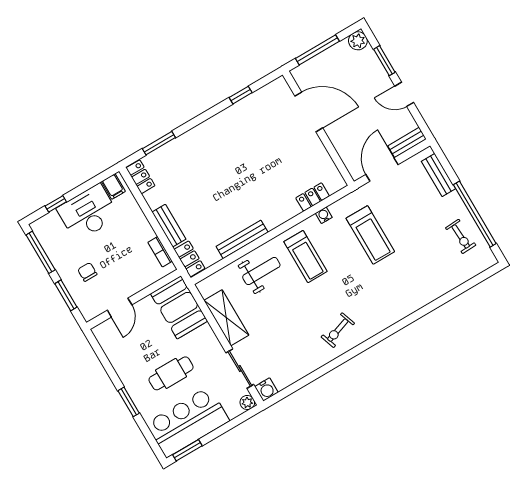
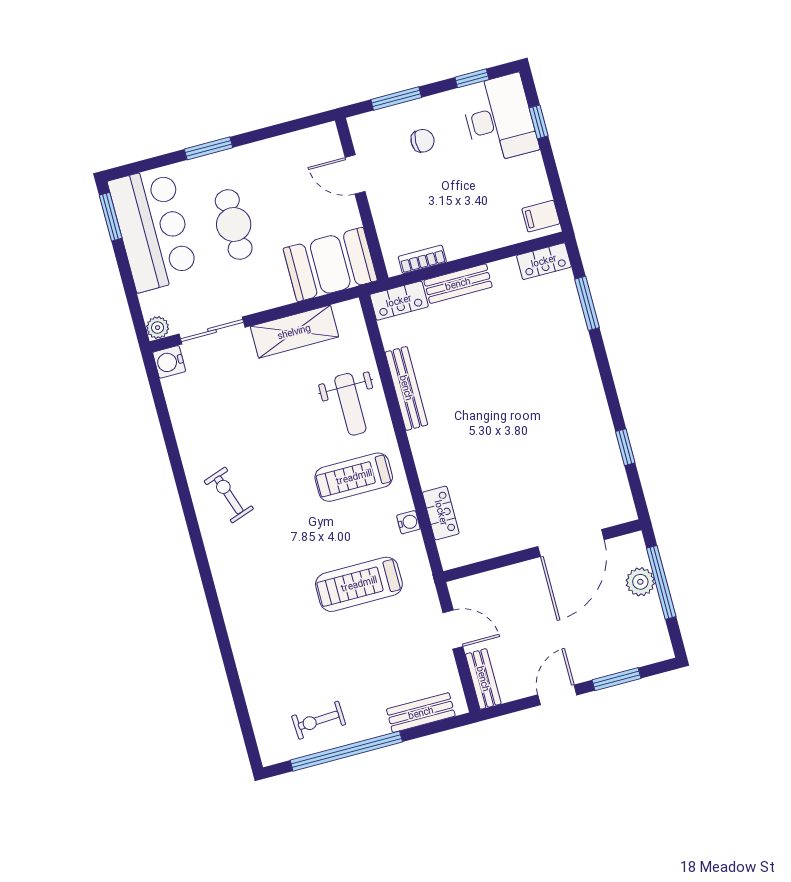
plant: (358, 41) -> (640, 582), moved
door: (382, 170) -> (453, 630), width x0.73
desk: (88, 213) -> (499, 119), moved
window: (41, 252) -> (472, 78), width x0.46

